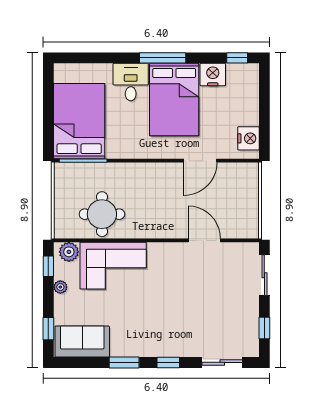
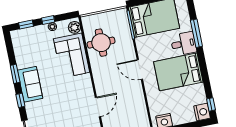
window: (163, 58) -> (196, 33), moved
nightstand: (213, 75) -> (202, 112), moved
door: (200, 161) -> (140, 69), moved
window: (48, 266) -> (48, 20), moved
sofa: (82, 342) -> (30, 84), moved

